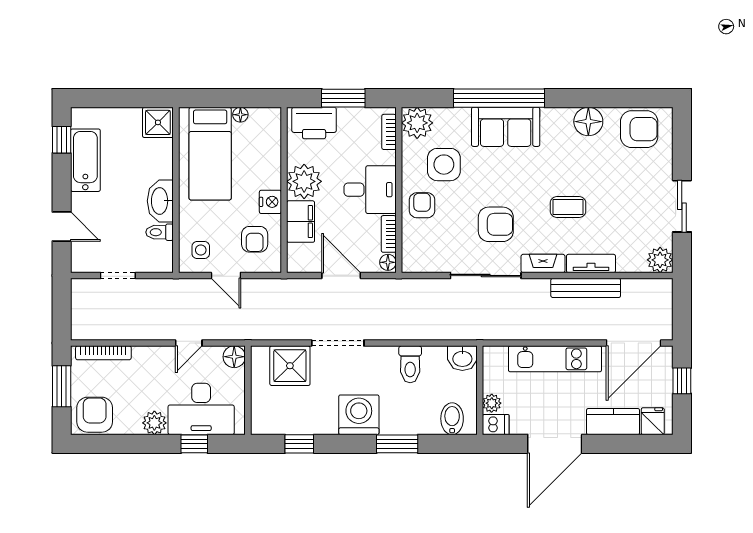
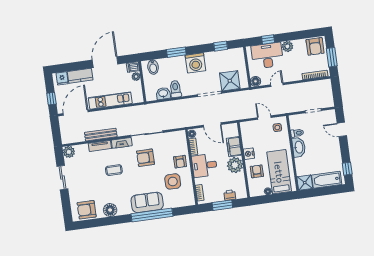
printer: (314, 123) -> (230, 195), width x0.53, depth x0.68
plant: (417, 123) -> (187, 199), removed
bathtub: (85, 160) -> (327, 180), moved, turned 90
armchair: (255, 239) -> (257, 171), moved
washbasin: (462, 358) -> (163, 94), moved

